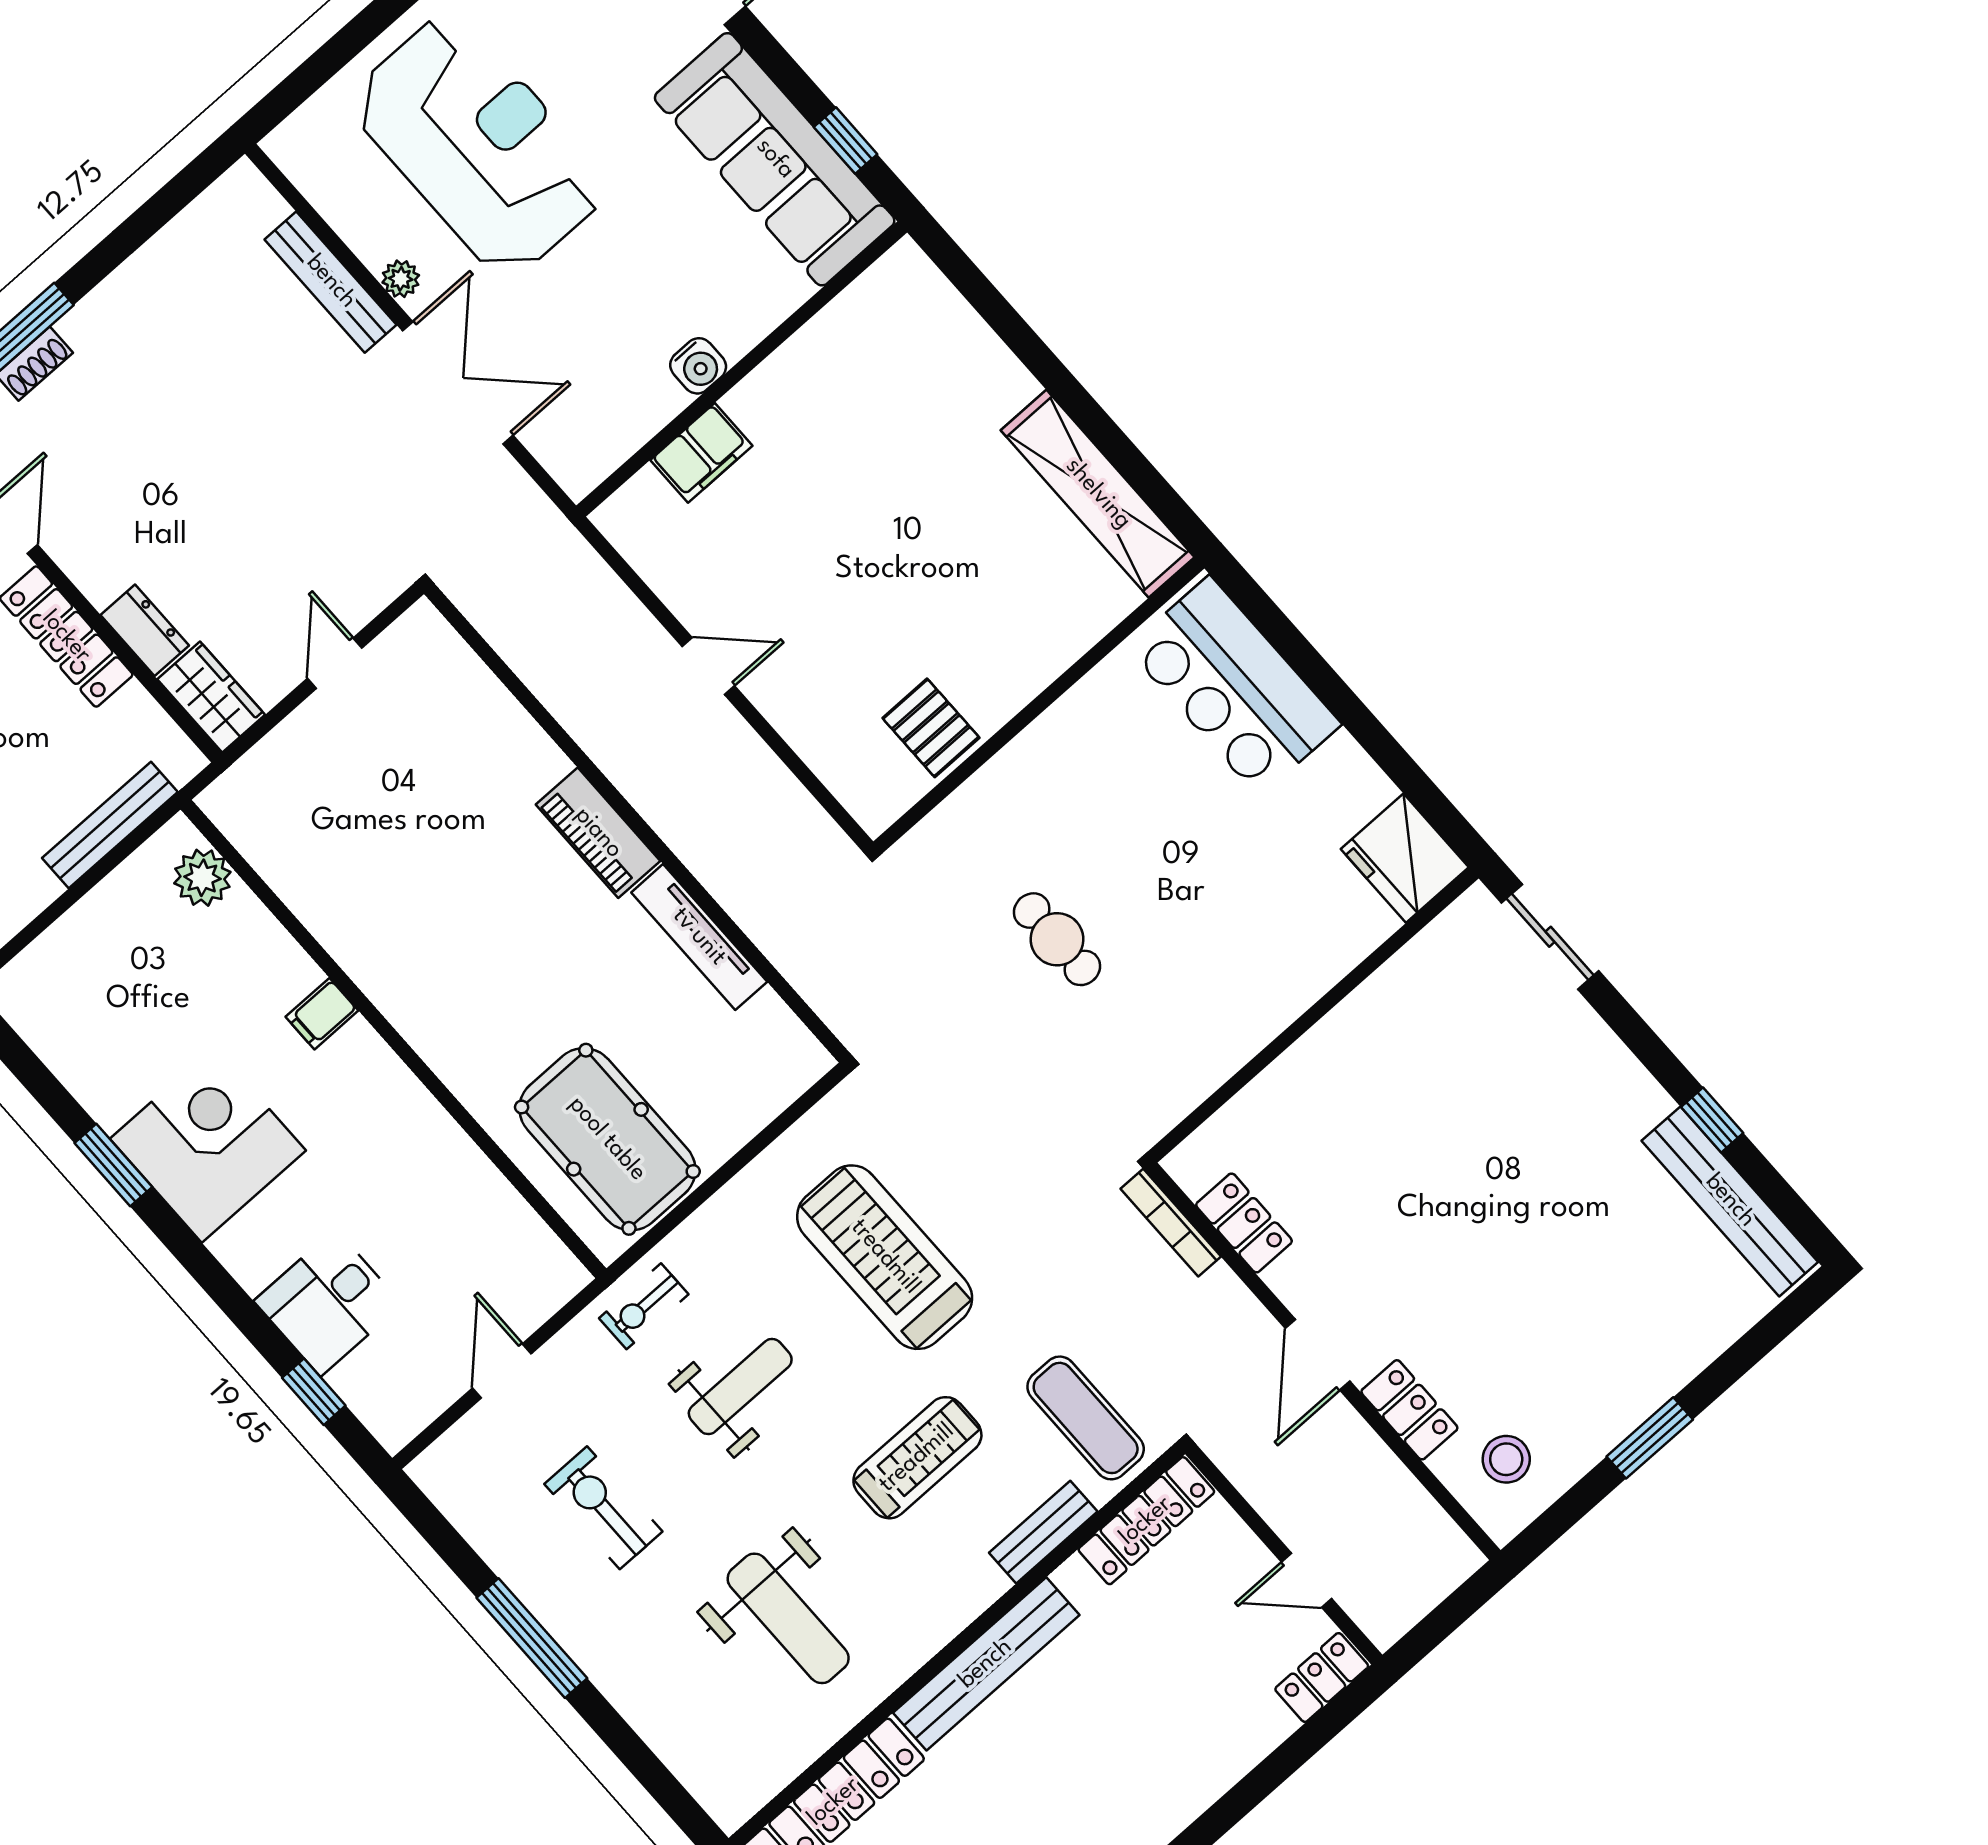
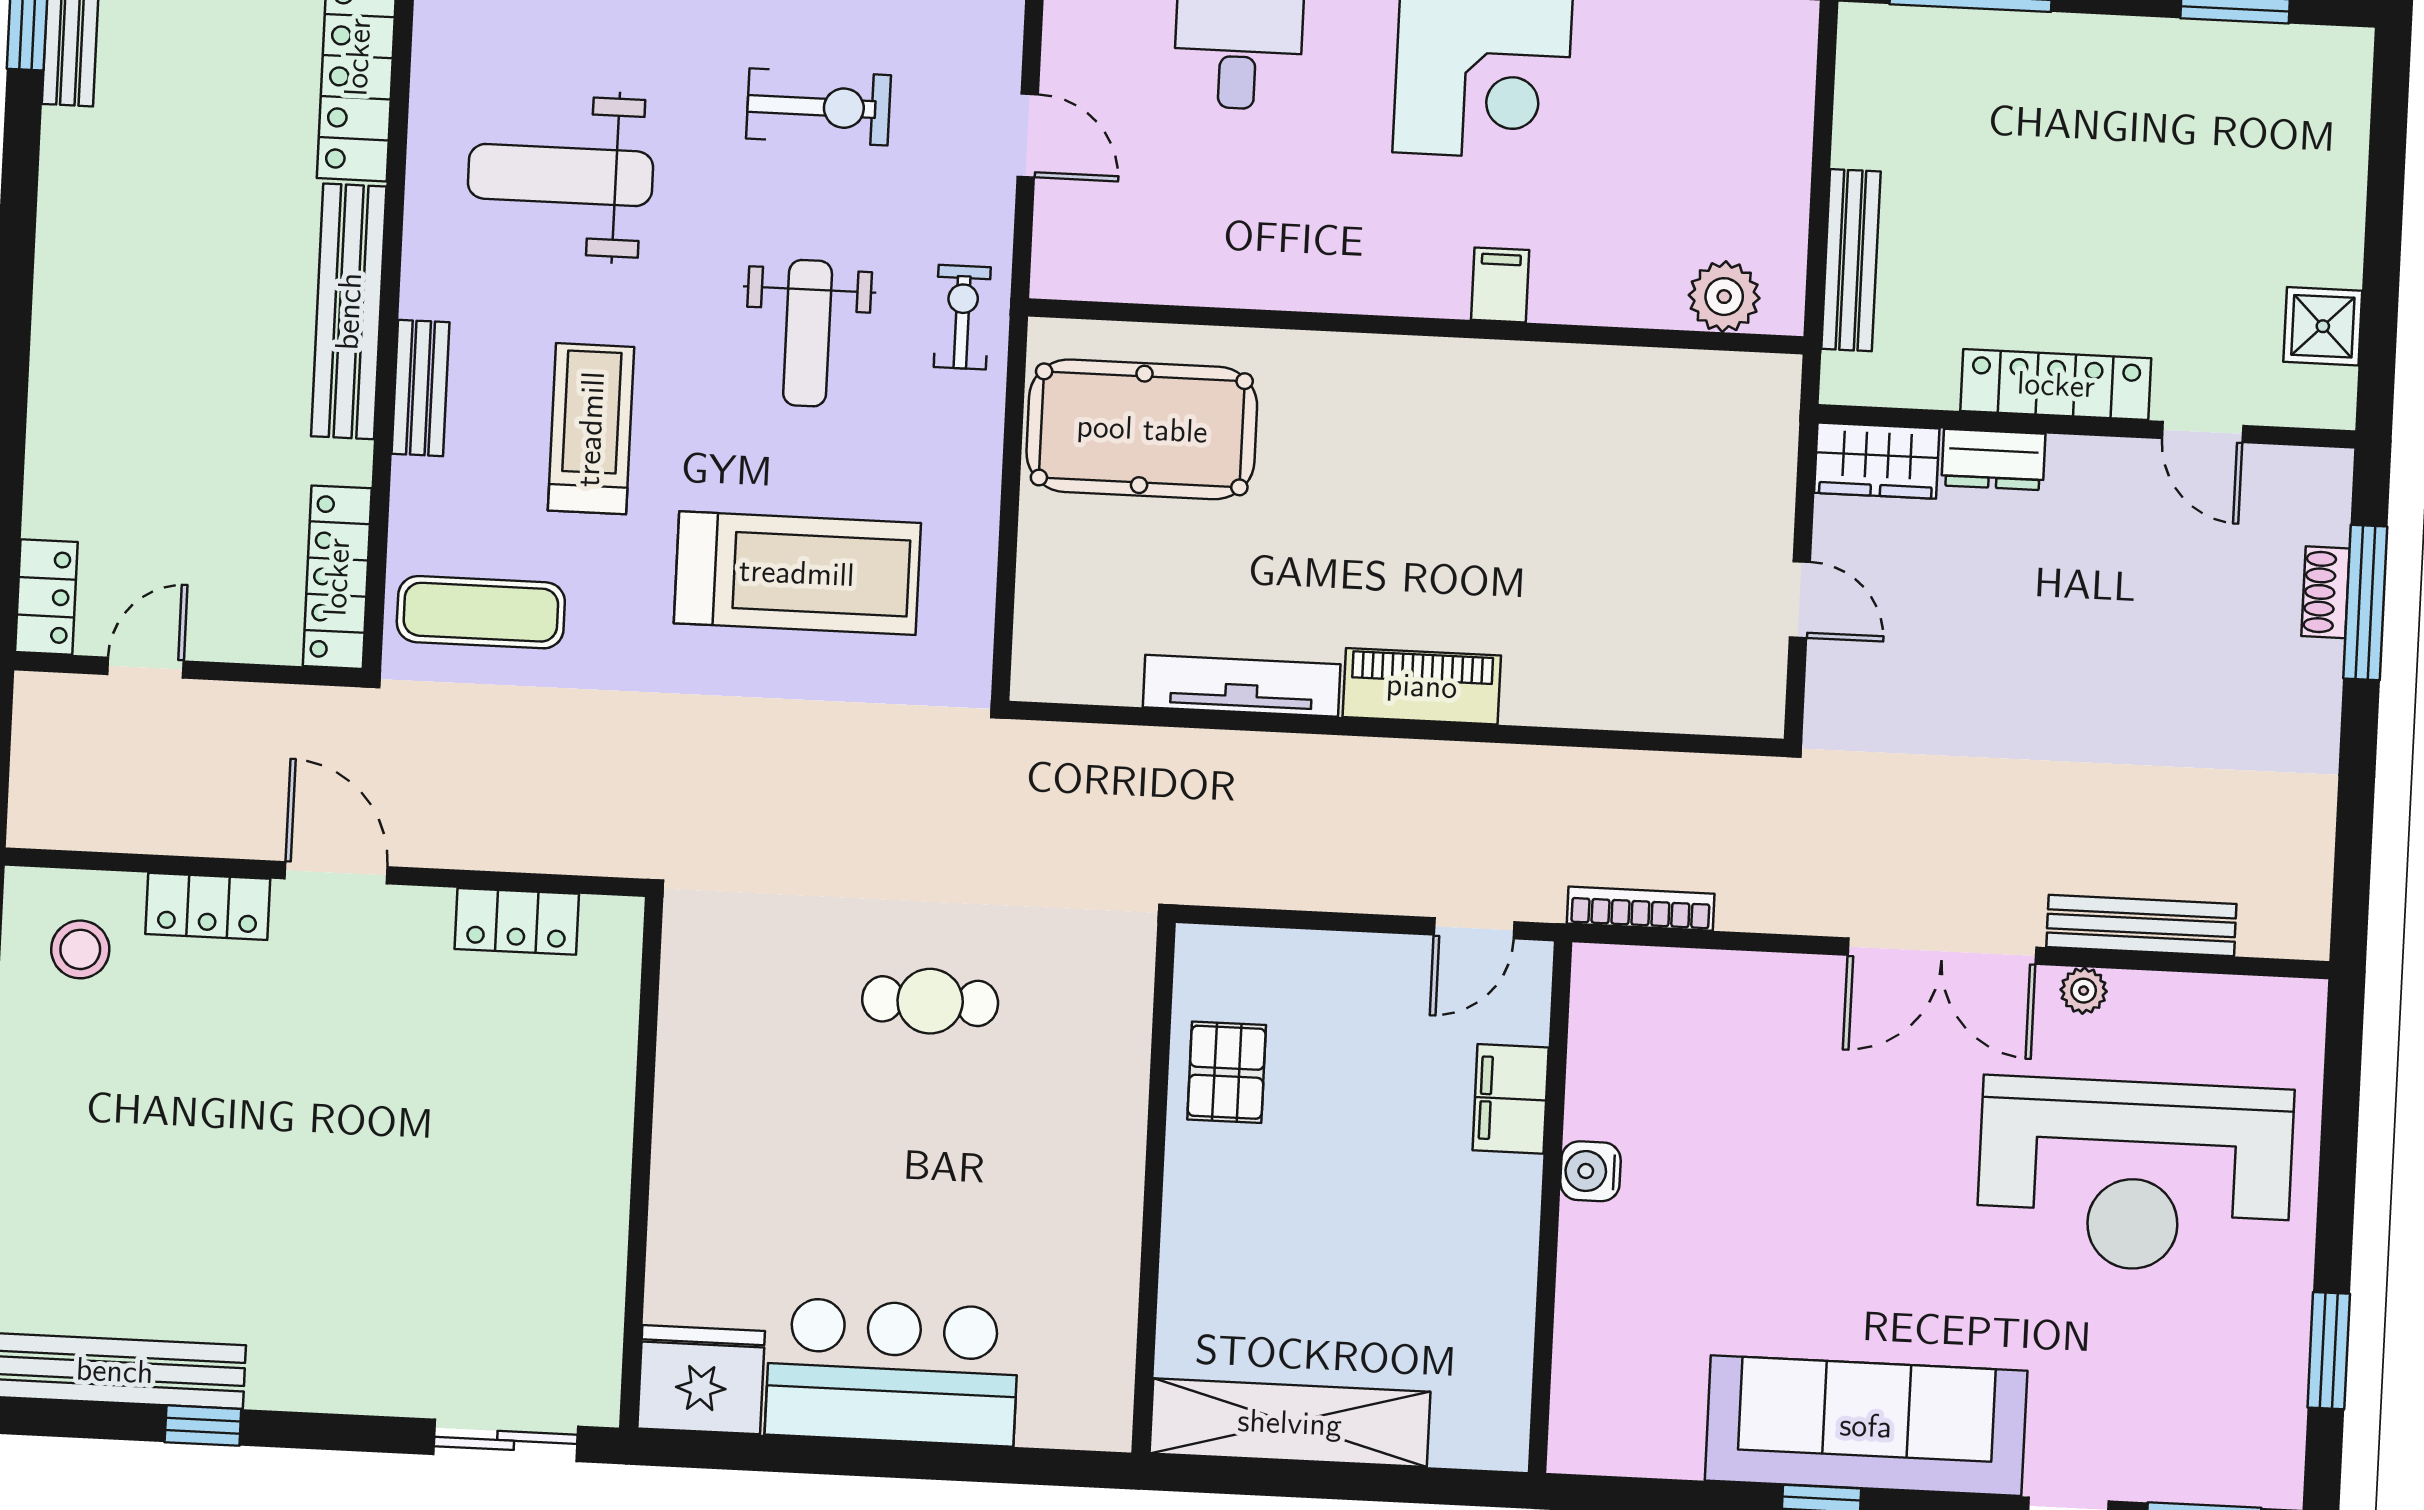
water cooler: (698, 366) -> (1591, 1171), moved
wall: (742, 369) -> (1550, 1207), moved
filing cabinet: (701, 453) -> (1511, 1099), moved
bar counter: (1234, 686) -> (892, 1372), moved
pallet: (931, 728) -> (1227, 1072), turned 90
bookcase: (1171, 1223) -> (1641, 909), moved
treadmill: (917, 1458) -> (591, 429), turned 180
bench: (1043, 1532) -> (421, 388), moved

